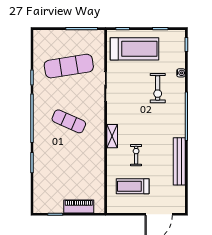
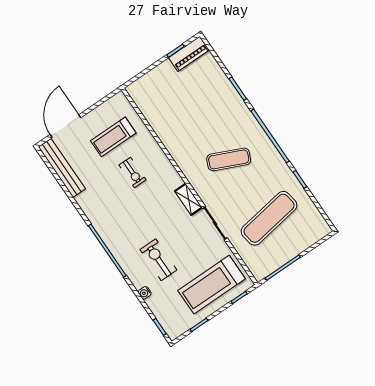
shelving: (112, 136) -> (188, 199), moved
bench: (179, 161) -> (62, 168), moved
treadmill: (133, 186) -> (113, 137), turned 180
piano: (79, 206) -> (189, 54), moved

